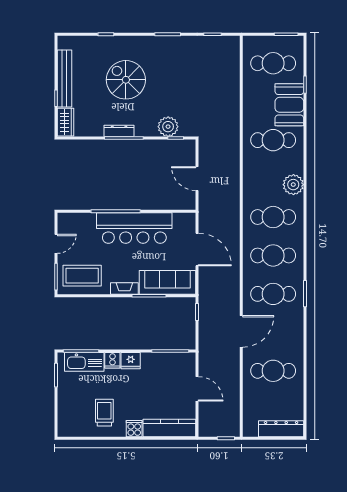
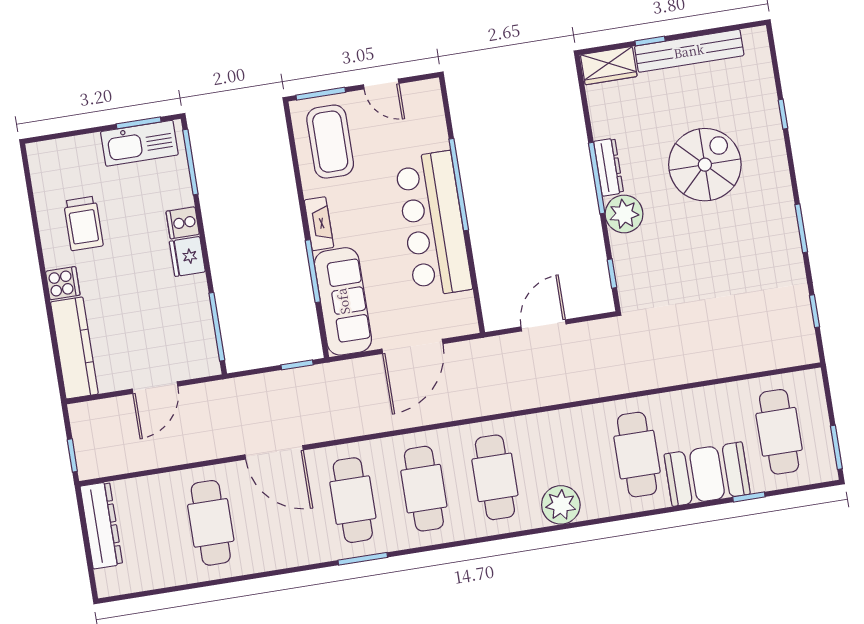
plant: (168, 127) -> (624, 214), moved
kitchen sink: (84, 362) -> (139, 143), moved, turned -90
trolley: (104, 413) -> (83, 223), turned 90
dresser: (281, 429) -> (101, 525), moved

